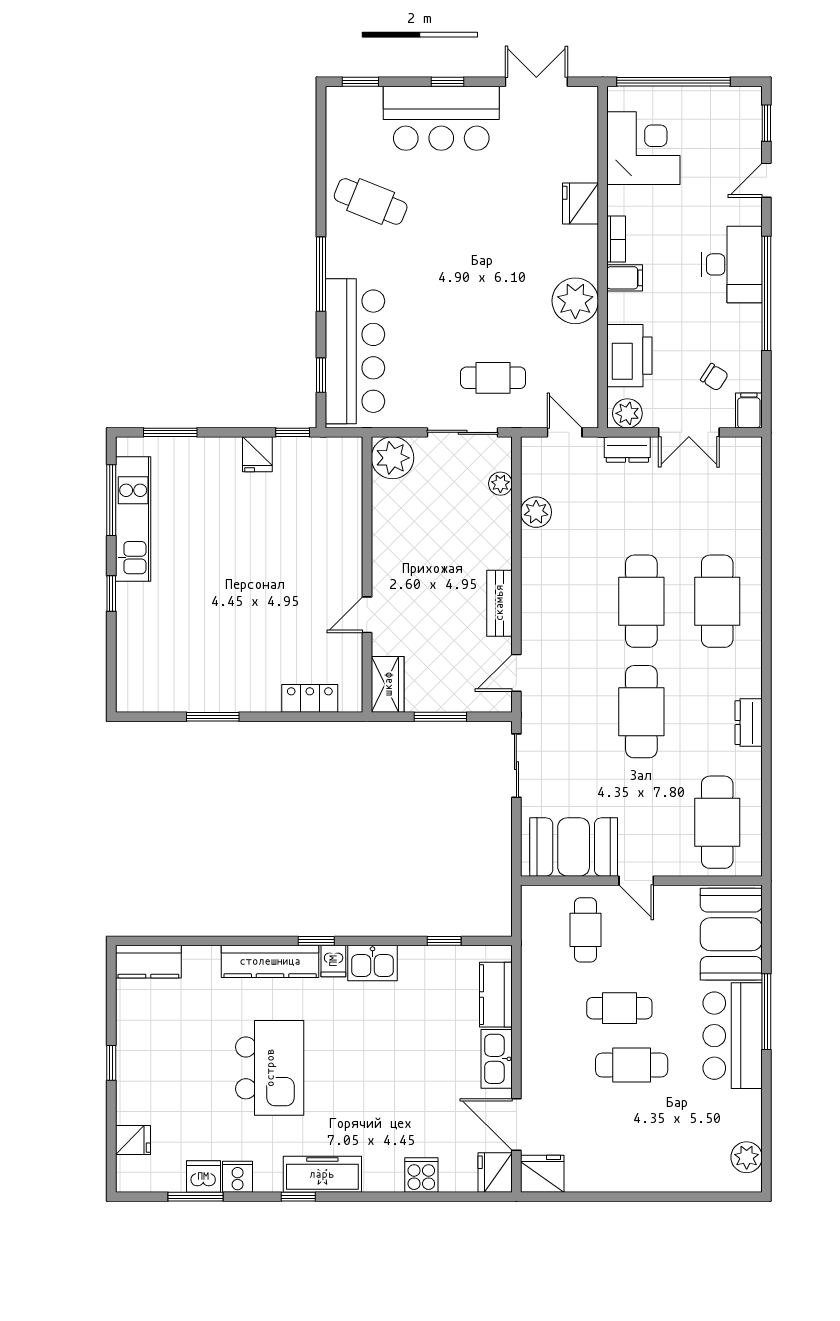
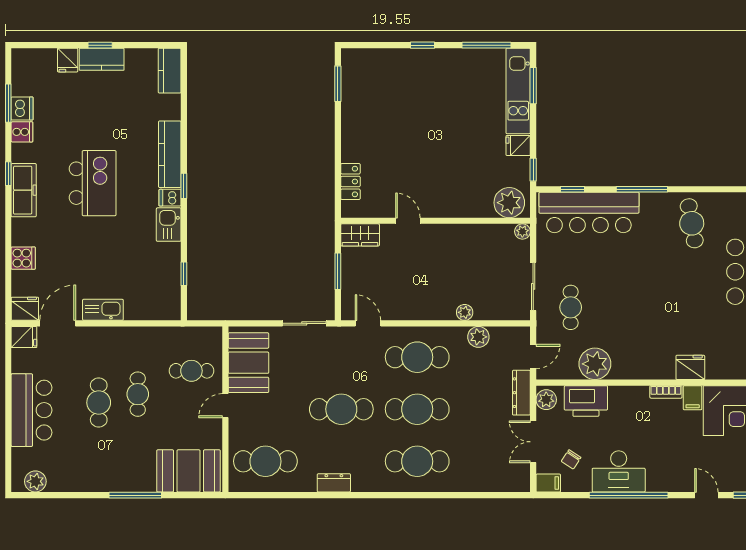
cafe table: (371, 201) -> (692, 223), turned -32
desk: (732, 264) -> (619, 471), moved
filing cabinet: (625, 278) -> (693, 398), moved
plant: (575, 301) -> (595, 364), moved
dresser: (627, 449) -> (521, 393), width x1.44
plant: (392, 458) -> (522, 231), width x0.53, depth x0.53
plant: (341, 467) -> (509, 203), added
plant: (500, 484) -> (465, 312), moved
kitchen unit: (133, 519) -> (518, 91), moved, turned 90
cafe table: (566, 601) -> (417, 357), added
bench: (499, 603) -> (416, 312), removed
window: (213, 717) -> (338, 84), moved
kitchen counter: (496, 995) -> (102, 59), moved, turned 180
bar counter: (733, 1036) -> (32, 410), moved, turned 90
kitchen island: (270, 1068) -> (93, 183), moved, turned -90
fridge: (133, 1140) -> (68, 60), moved
fridge: (542, 1174) -> (24, 337), width x0.72

